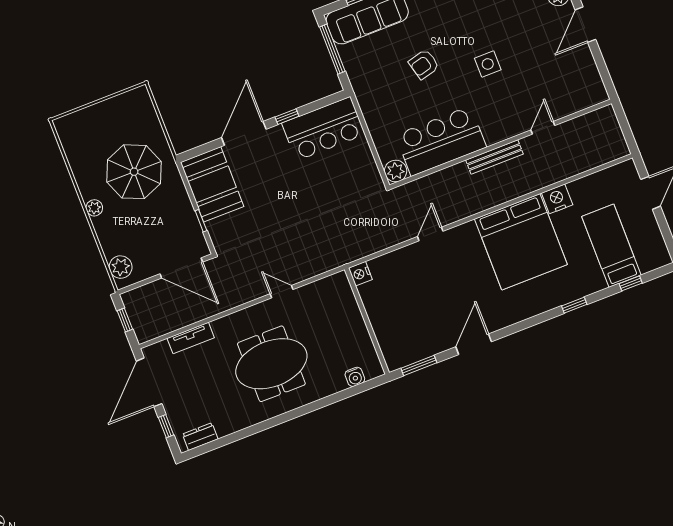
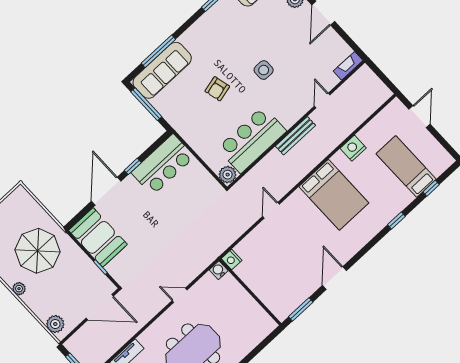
fireplace: (590, 99) -> (348, 66), added
bed: (521, 242) -> (334, 195), width x0.73
water cooler: (355, 377) -> (219, 270), moved, turned 180

